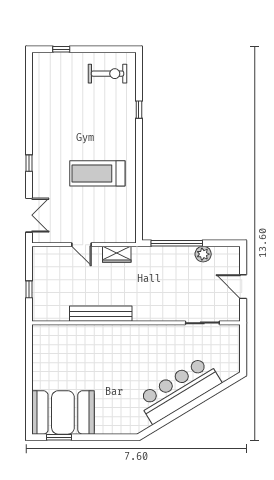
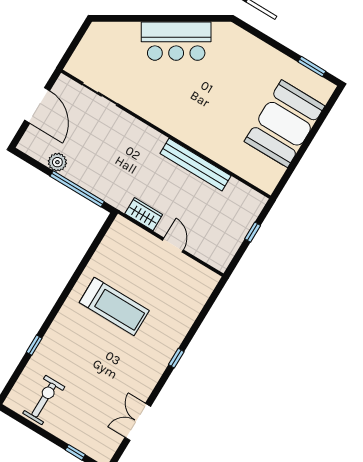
exercise bike: (107, 74) -> (44, 400), turned 90
double door: (29, 215) -> (138, 422), moved
door: (243, 287) -> (37, 105), width x1.36
bar counter: (179, 390) -> (176, 41), width x0.73
booth: (63, 412) -> (285, 124), moved, turned 90

